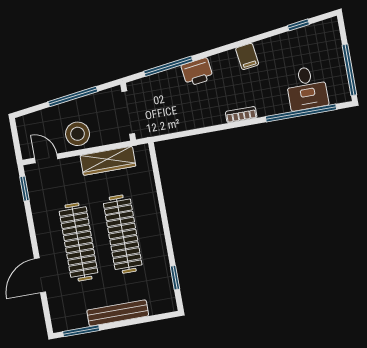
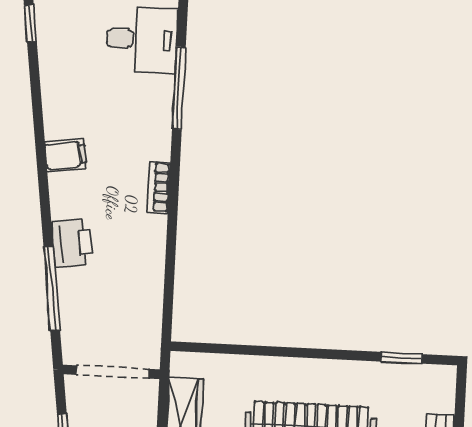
window: (298, 25) -> (30, 23), moved
desk: (307, 88) -> (142, 40), moved
window: (301, 113) -> (179, 88), width x0.68

